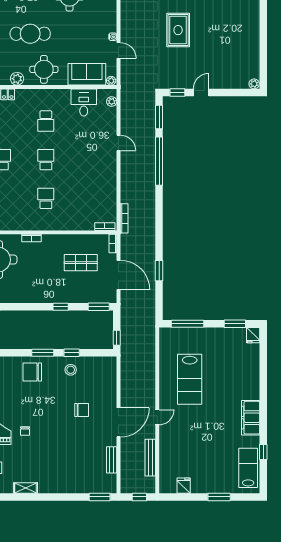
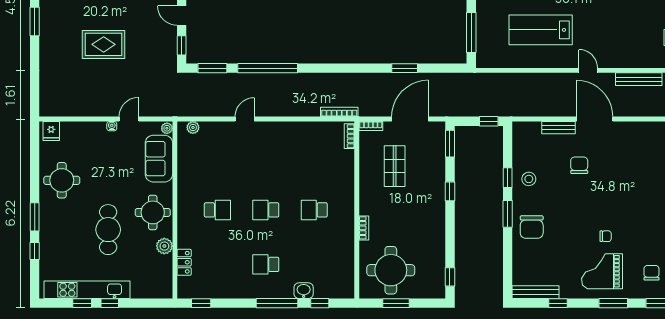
desk: (84, 103) -> (194, 163), removed
lab bench: (190, 379) -> (541, 30), turned 180
bench: (112, 460) -> (558, 128), moved

